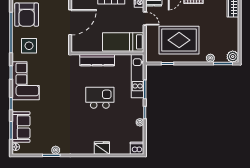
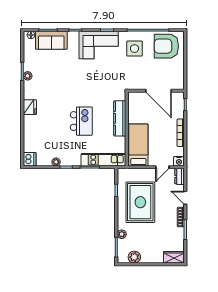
plant: (233, 57) -> (134, 257), moved
fridge: (102, 148) -> (30, 107), moved

